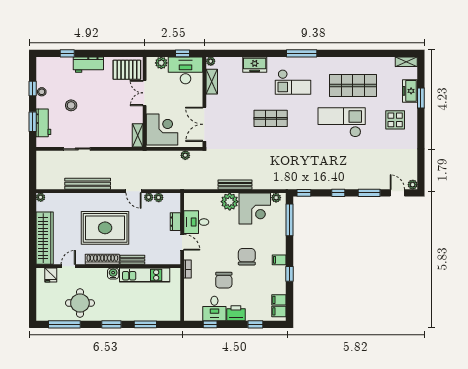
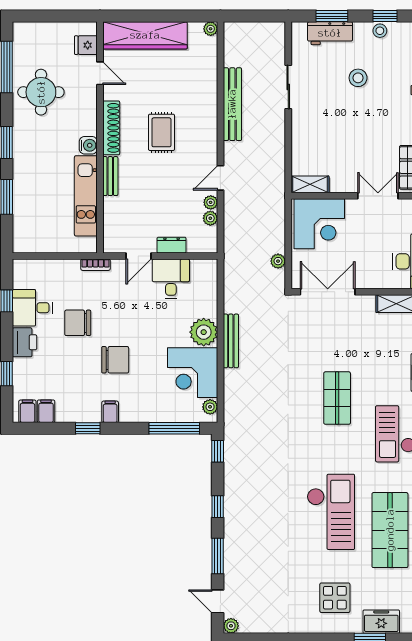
door: (397, 193) -> (218, 601), swing flipped
rug: (105, 228) -> (161, 132), width x0.54, depth x0.49

